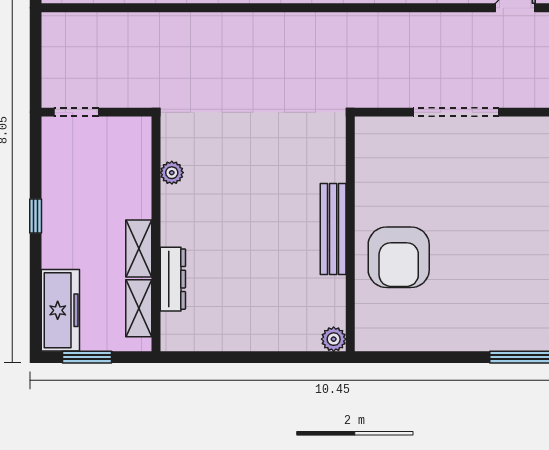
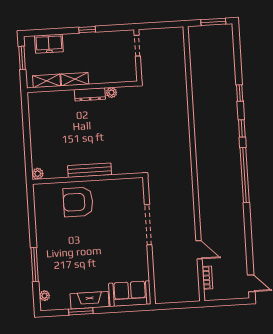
dresser: (173, 279) -> (90, 94), moved
freezer: (60, 310) -> (49, 44), width x0.71

